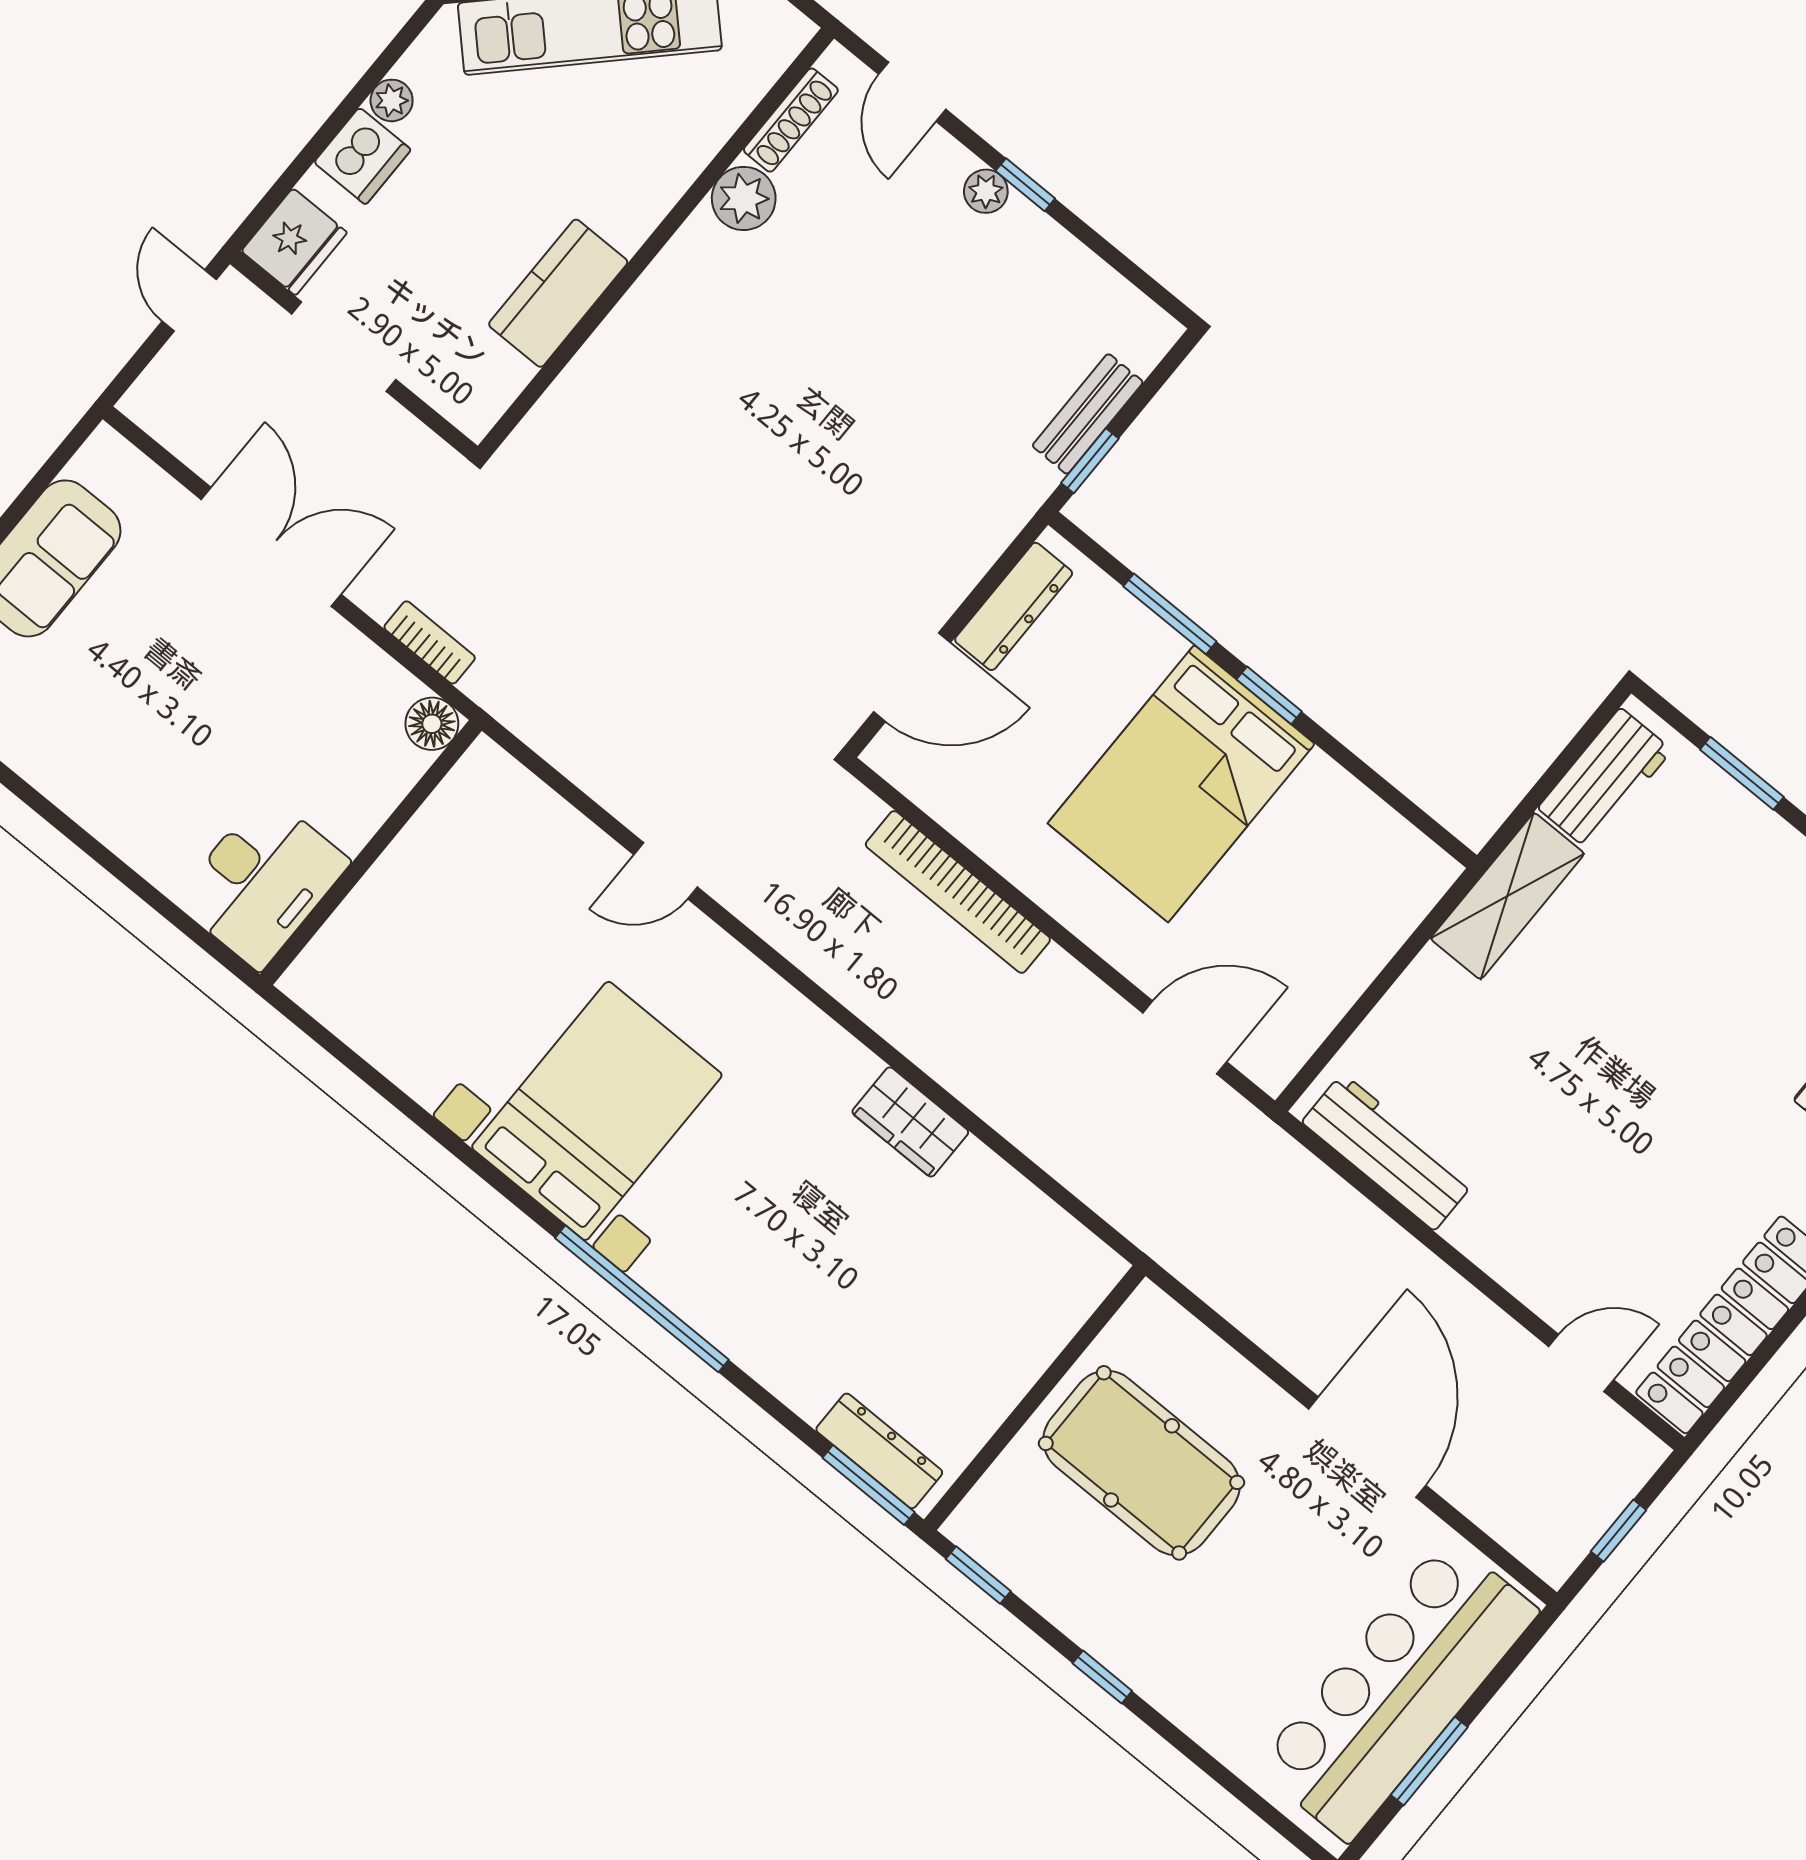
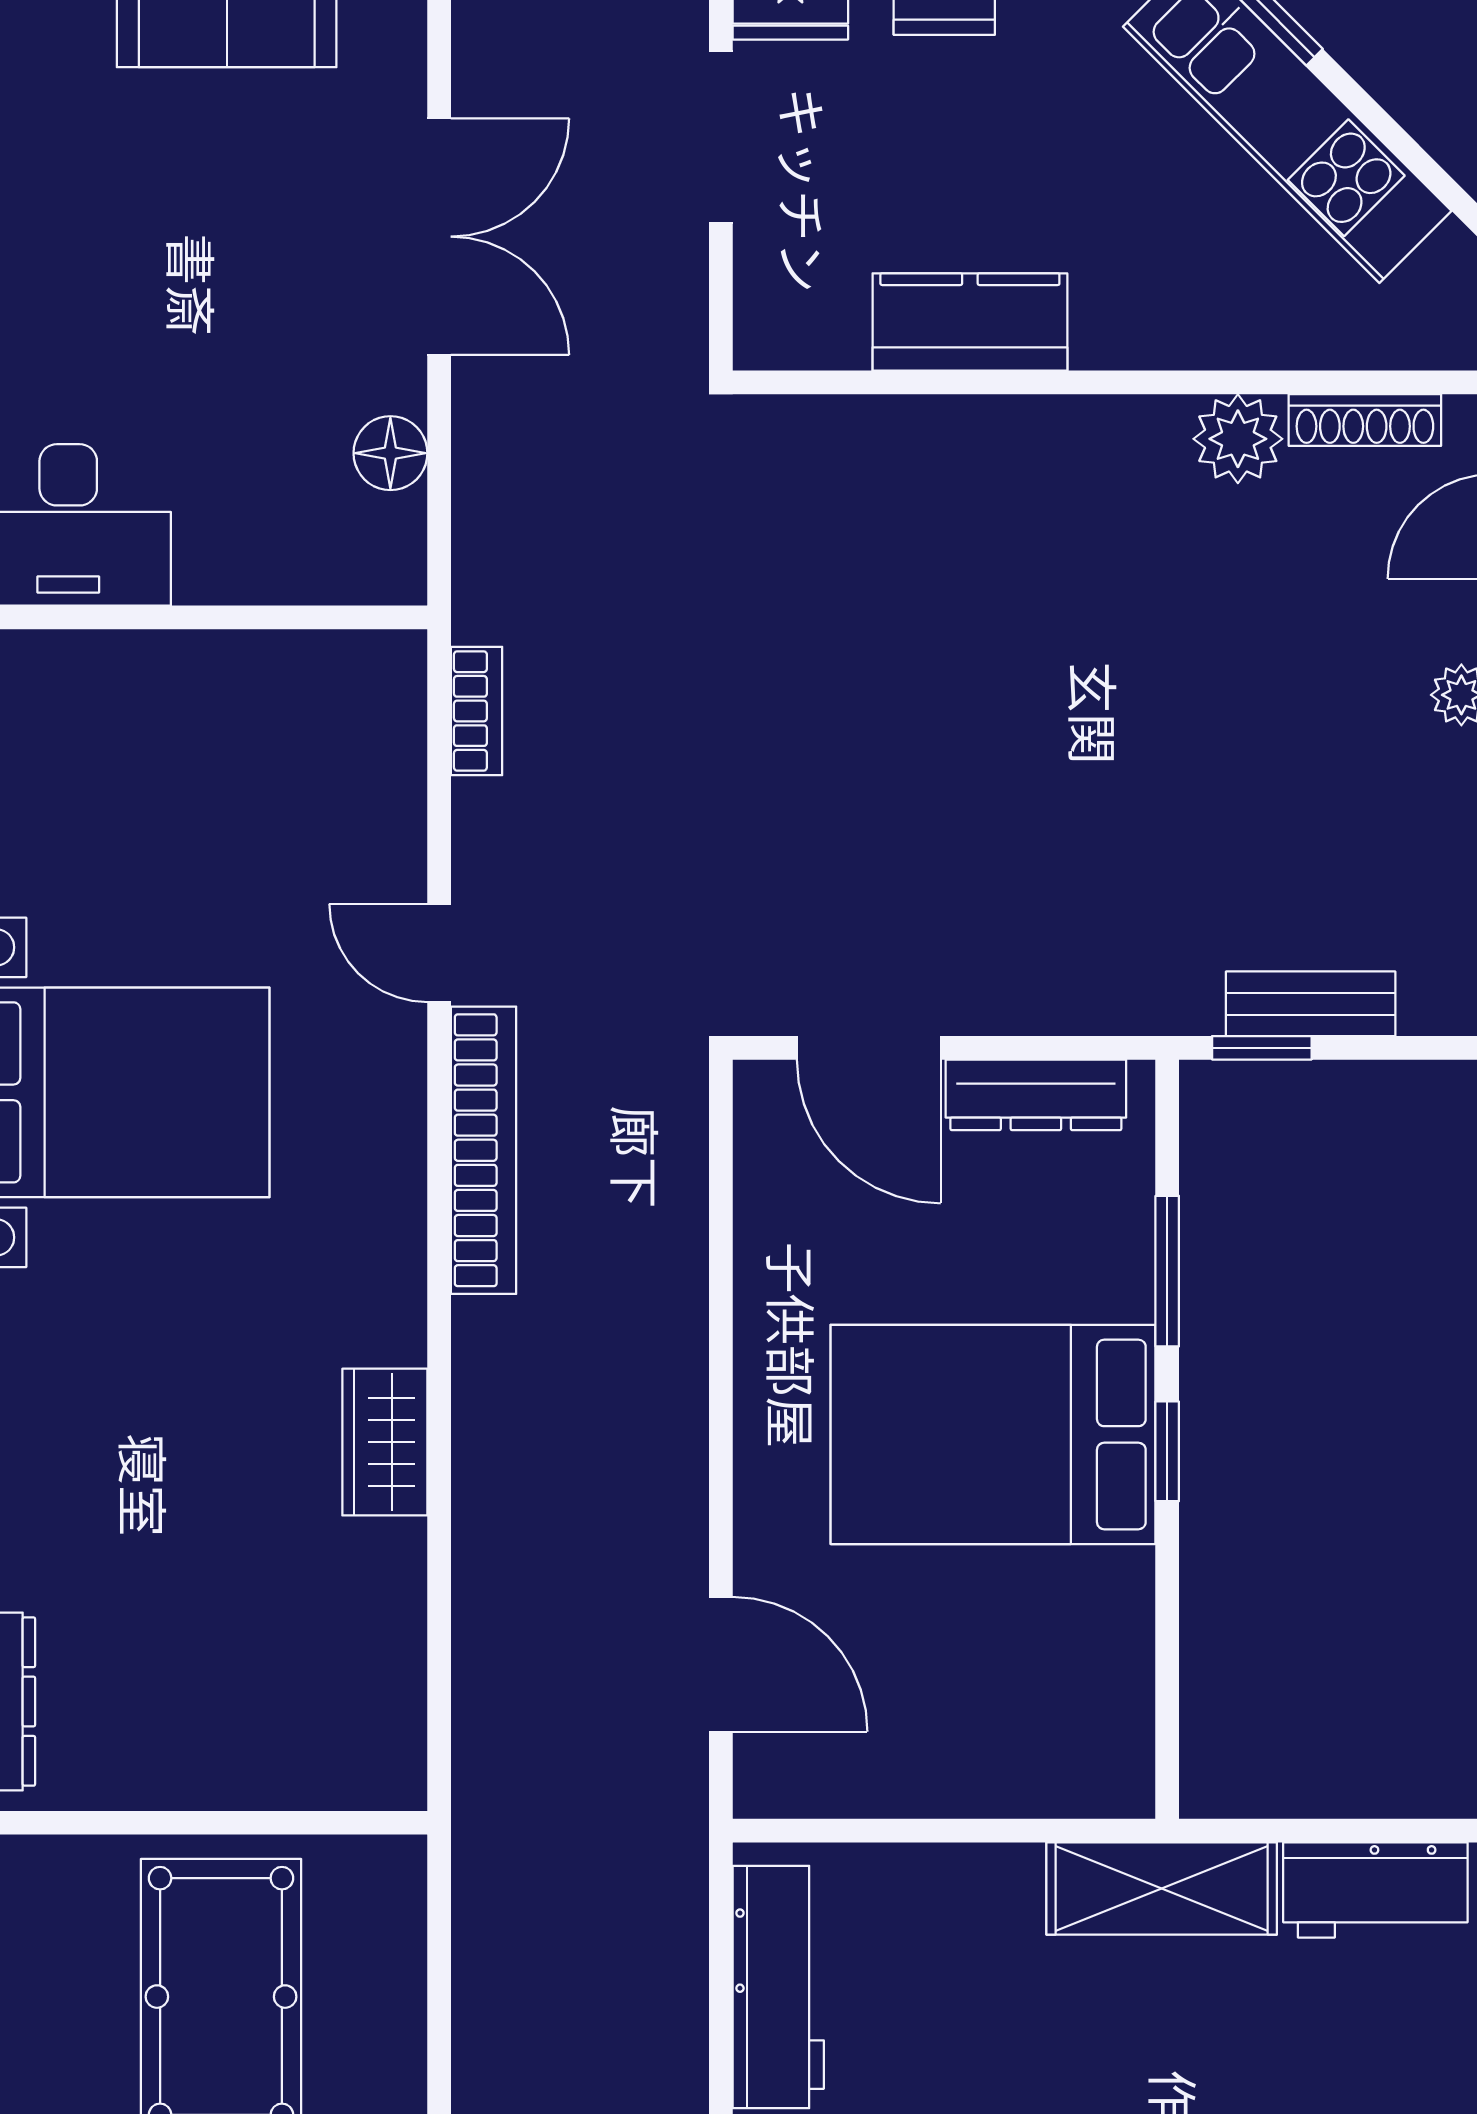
bookcase: (430, 642) -> (477, 711), moved
floor lamp: (432, 724) -> (390, 453), moved
bookcase: (958, 892) -> (484, 1150), moved, turned 180

